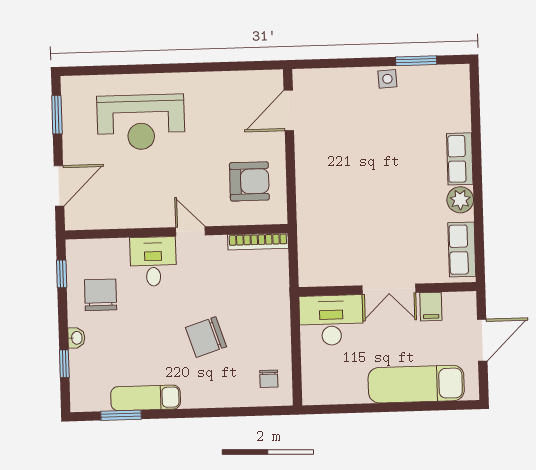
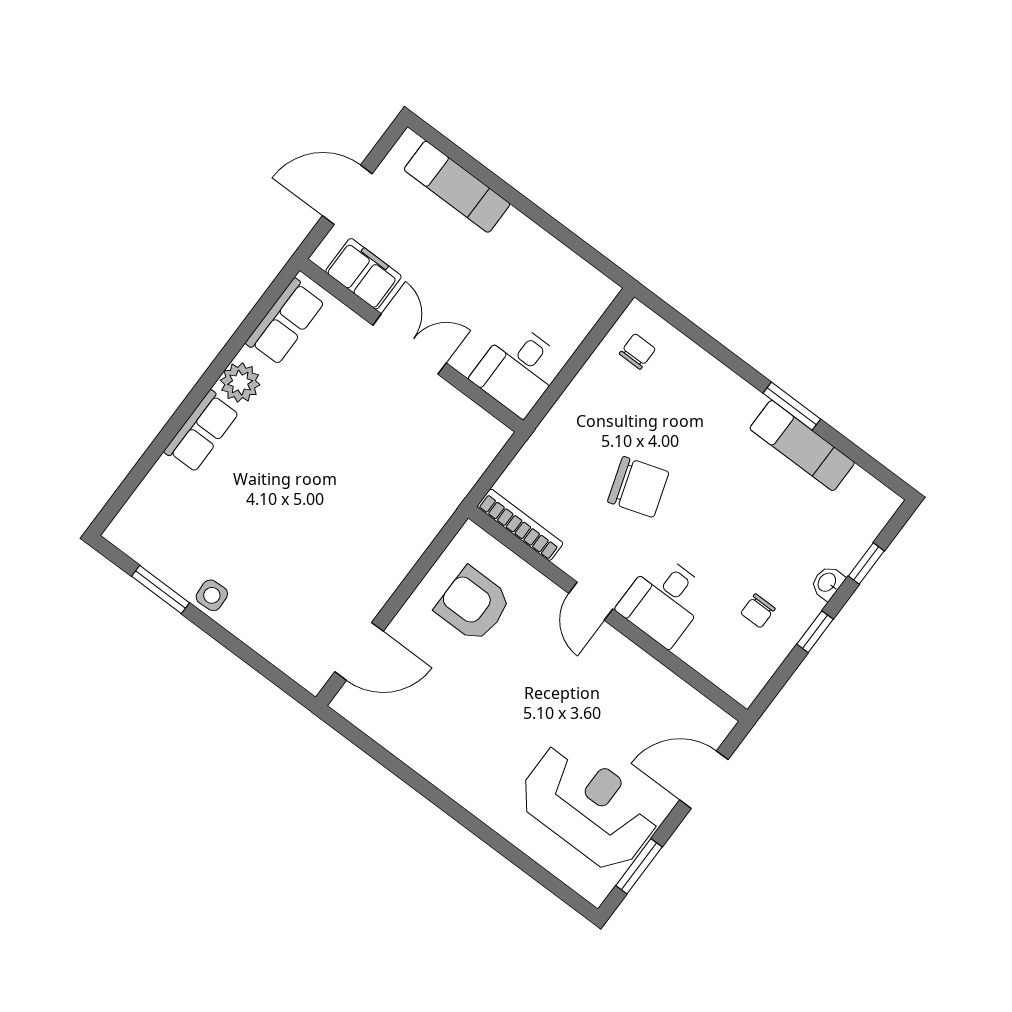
reception desk: (141, 122) -> (589, 807), moved
window: (62, 274) -> (815, 632), moved
chair: (101, 295) -> (758, 611), width x0.54, depth x0.54
filing cabinet: (431, 307) -> (363, 274), width x2.00
desk: (331, 320) -> (518, 370), width x0.73
chair: (206, 337) -> (638, 487), moved
exam couch: (416, 384) -> (457, 187), width x0.73, depth x0.69
window: (121, 415) -> (792, 406), moved

